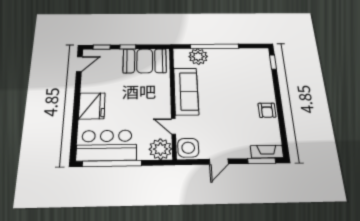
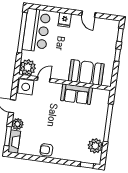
plant: (198, 57) -> (95, 146), moved
booth: (145, 61) -> (86, 72), moved, turned 90
door: (79, 64) -> (88, 14), moved
sofa: (186, 91) -> (77, 94), width x0.73
fridge: (92, 106) -> (65, 20), width x0.53, depth x0.75
plant: (242, 151) -> (17, 124), added

